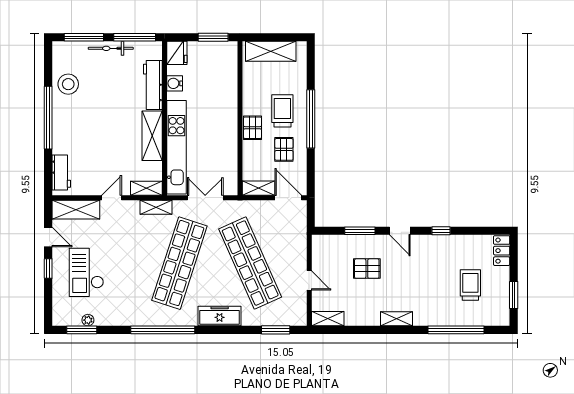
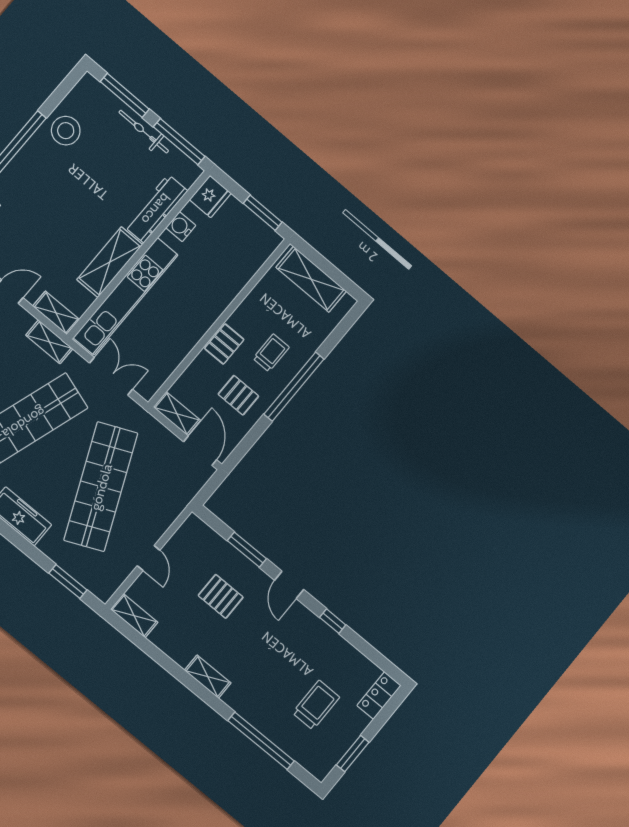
trolley: (282, 111) -> (271, 353), width x0.73, depth x0.72
pallet: (284, 149) -> (238, 395), turned 90

